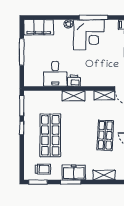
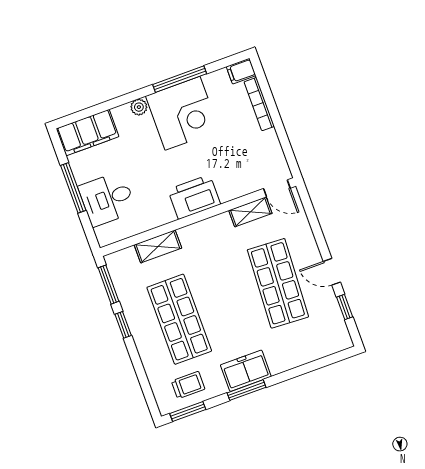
desk: (55, 74) -> (107, 199), moved, turned 90
printer: (74, 81) -> (194, 197), width x1.87, depth x1.48
shelving: (73, 96) -> (158, 246), moved
shop shelf: (105, 135) -> (278, 283), width x1.43, depth x1.36
shelving: (104, 175) -> (302, 356), removed

